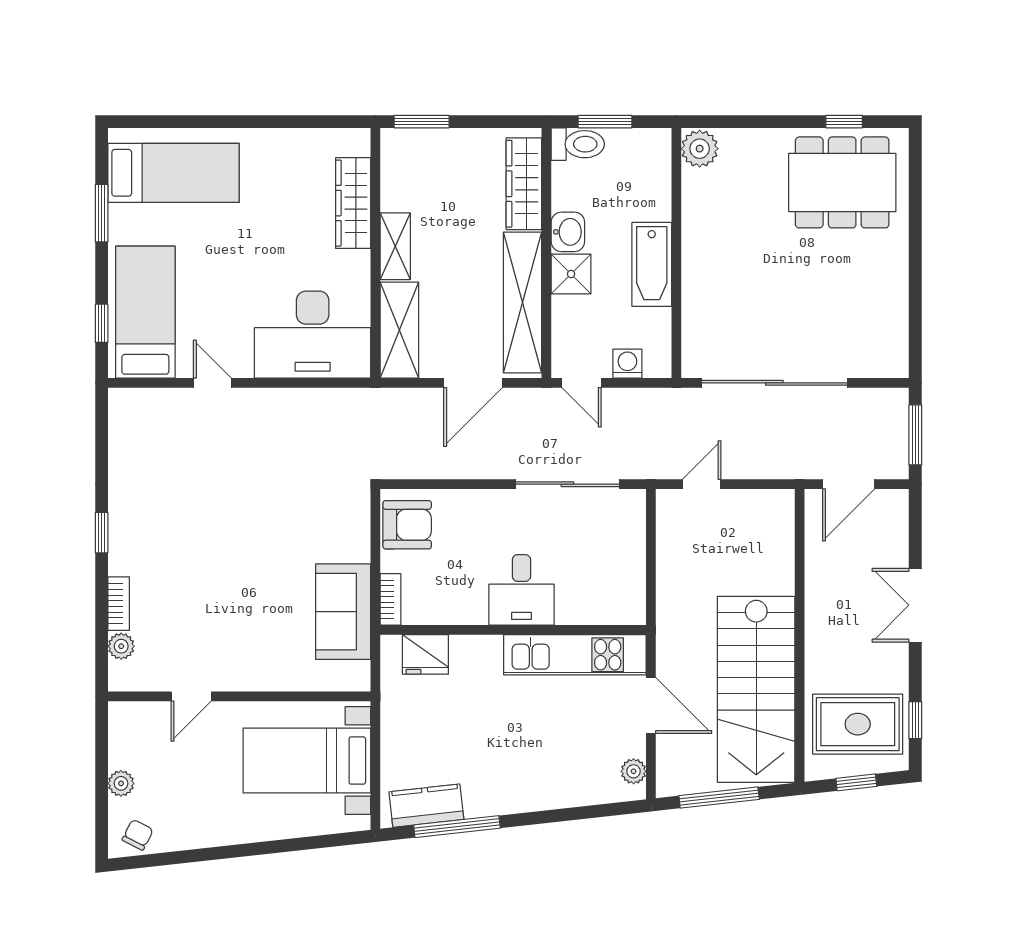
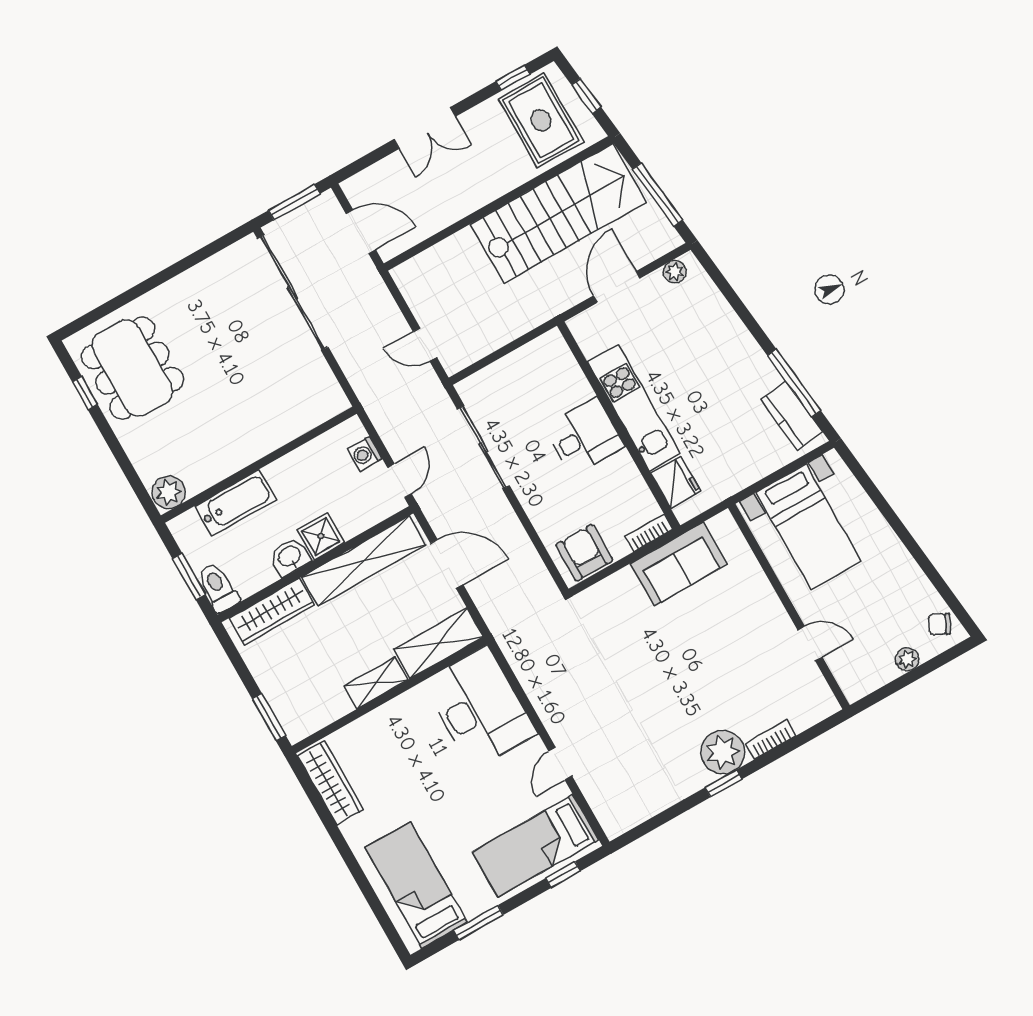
wardrobe: (353, 203) -> (331, 783), moved, turned -90
bathtub: (652, 264) -> (236, 503), moved
sliding door: (774, 383) -> (293, 293), moved
plant: (121, 646) -> (723, 752), moved, width x1.87, depth x1.87
kitchen unit: (575, 655) -> (634, 408), moved

